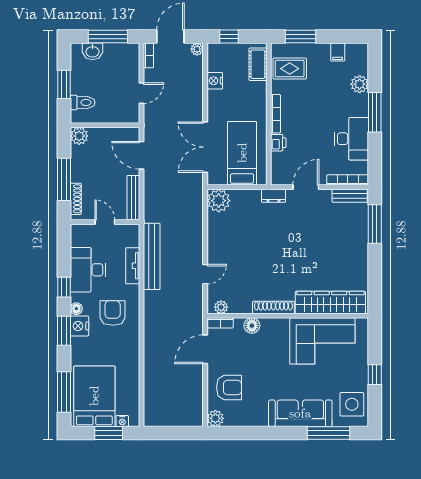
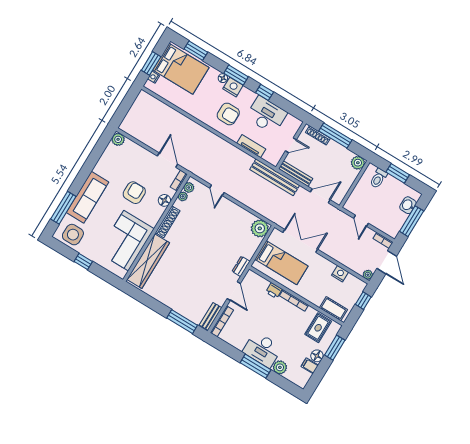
floor lamp: (322, 51) -> (317, 356), added
desk: (352, 139) -> (262, 350), moved
bench: (152, 256) -> (275, 177), moved
plant: (235, 308) -> (183, 196), added
floor lamp: (76, 309) -> (223, 78), moved
armchair: (229, 387) -> (134, 193), moved, turned 180
window: (64, 392) -> (196, 51), width x0.69

